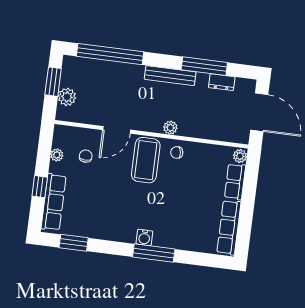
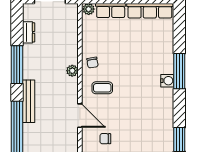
window: (204, 66) -> (17, 65), moved
bench: (170, 76) -> (29, 101), moved
coffee table: (146, 160) -> (102, 88), width x0.54, depth x0.58

